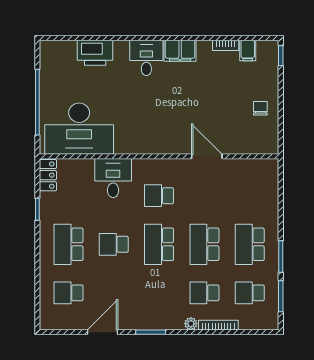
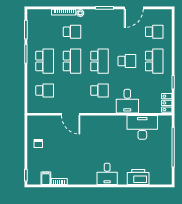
filing cabinet: (180, 51) -> (87, 178), removed
desk: (79, 129) -> (142, 127), width x0.73, depth x0.77
school desk: (250, 293) -> (45, 90), moved

